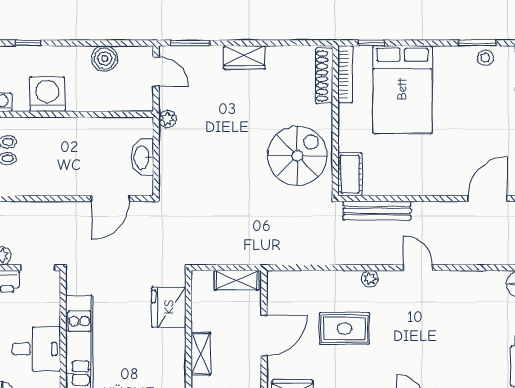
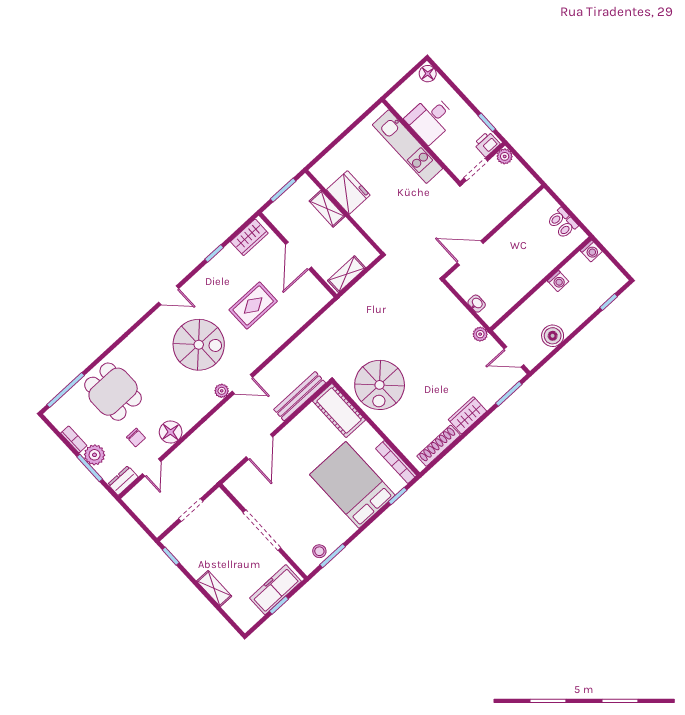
shoe rack: (324, 76) -> (439, 446), moved, turned -90
washing machine: (47, 94) -> (558, 281), width x0.53, depth x0.53
washbasin: (142, 157) -> (477, 304), width x0.52, depth x0.69
cot: (350, 174) -> (339, 411), width x1.37, depth x1.34
door: (110, 199) -> (470, 253), hinge flipped
door: (488, 199) -> (259, 447), moved
plant: (370, 279) -> (222, 391), moved
fridge: (169, 307) -> (348, 192), moved
spiral stairs: (424, 338) -> (199, 345), added

